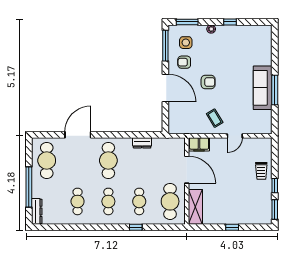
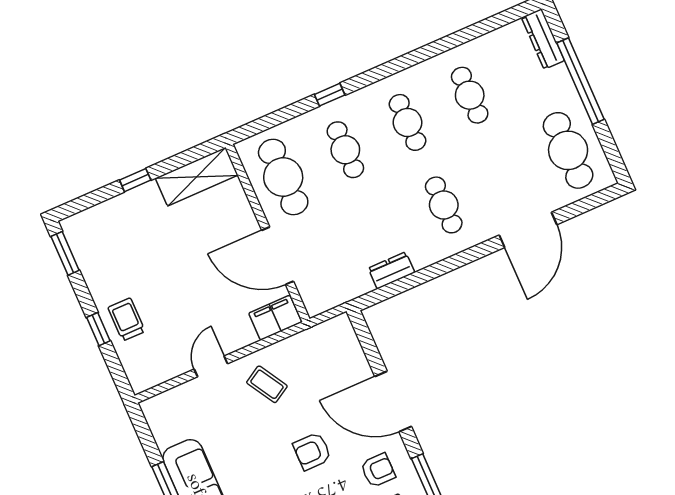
cafe table: (108, 160) -> (444, 205), width x0.73, depth x0.74
window: (275, 186) -> (98, 329), moved
shelving: (195, 207) -> (197, 177), moved, turned 90

